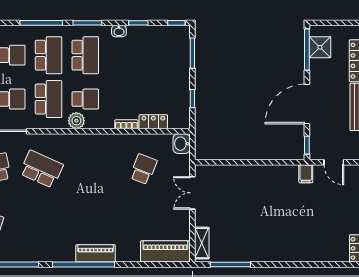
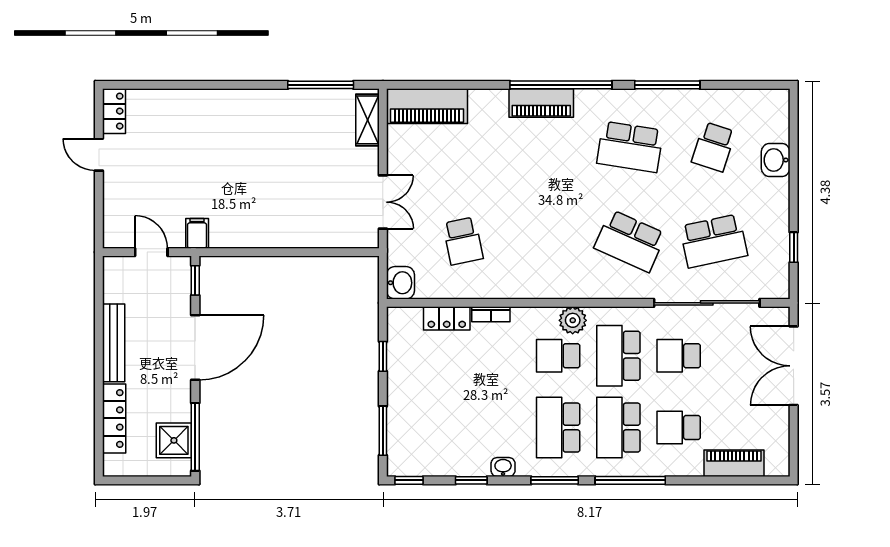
school desk: (143, 169) -> (463, 241), turned -33
school desk: (41, 227) -> (630, 147), added

